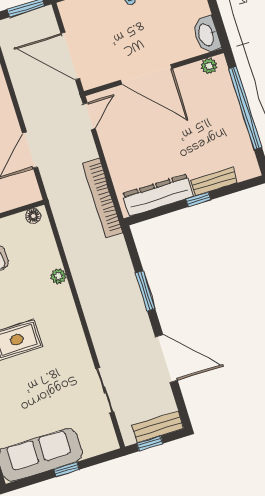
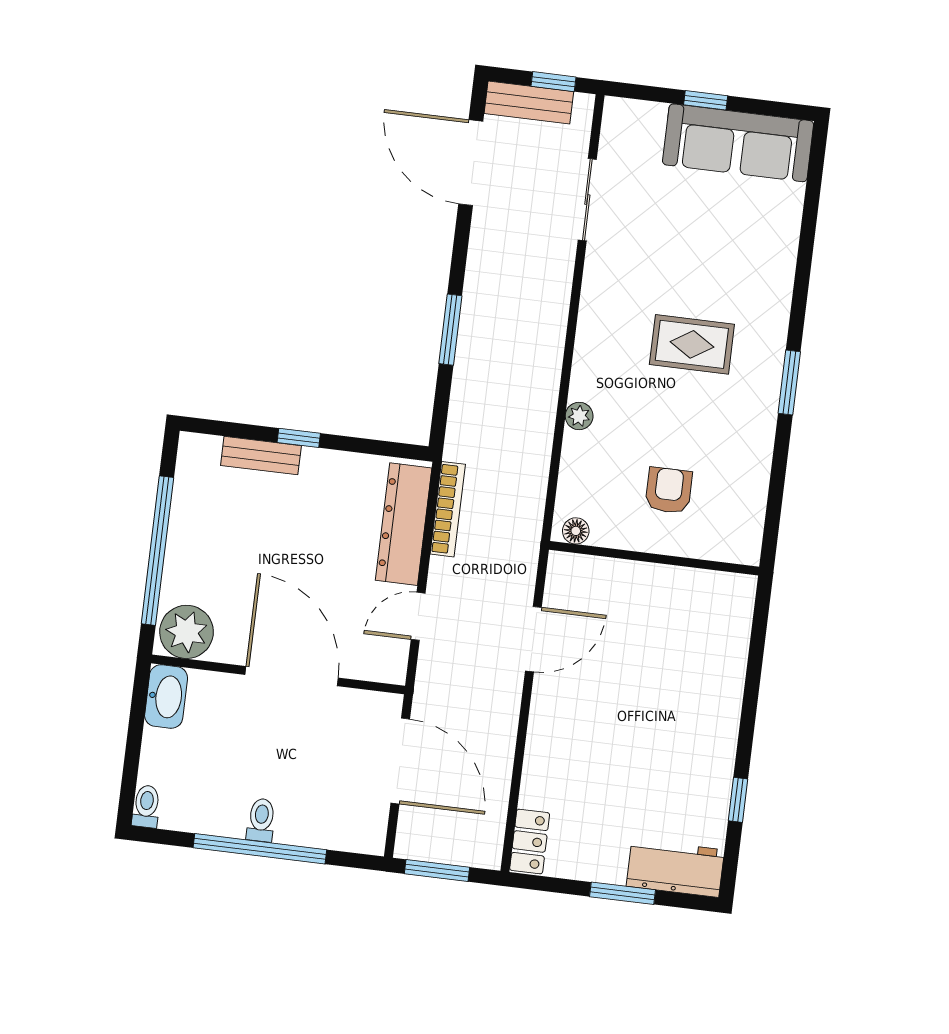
plant: (209, 66) -> (187, 632), width x1.88, depth x1.88
door: (89, 116) -> (418, 616), moved
dresser: (158, 195) -> (404, 524), moved, turned 90
bookcase: (103, 198) -> (448, 509), width x0.68, depth x0.76
door: (166, 359) -> (471, 163), moved

